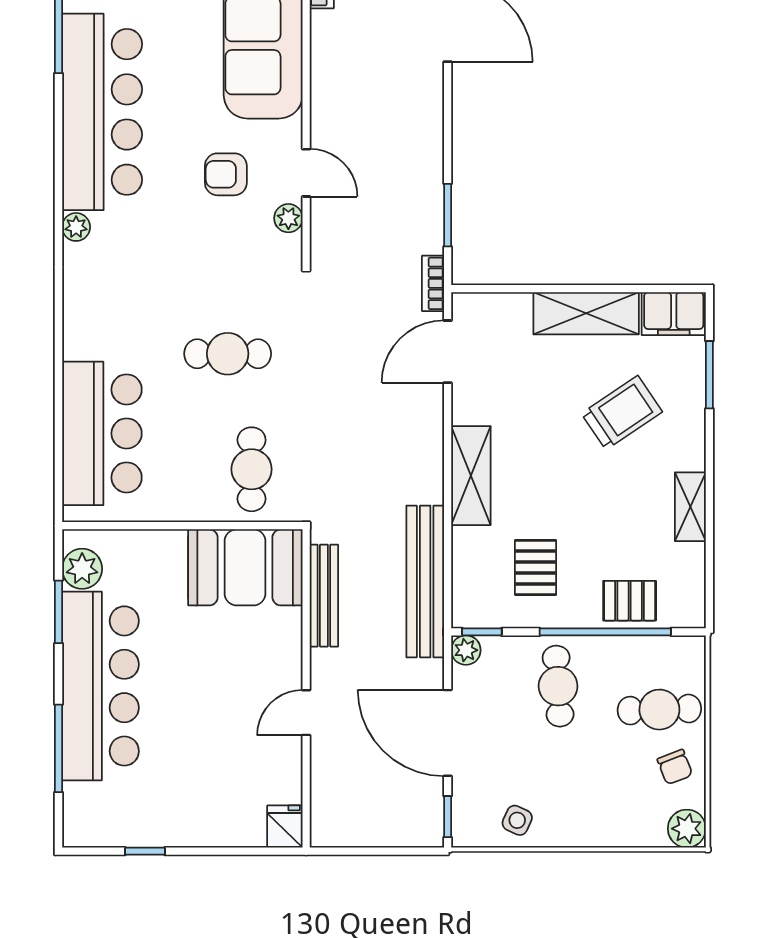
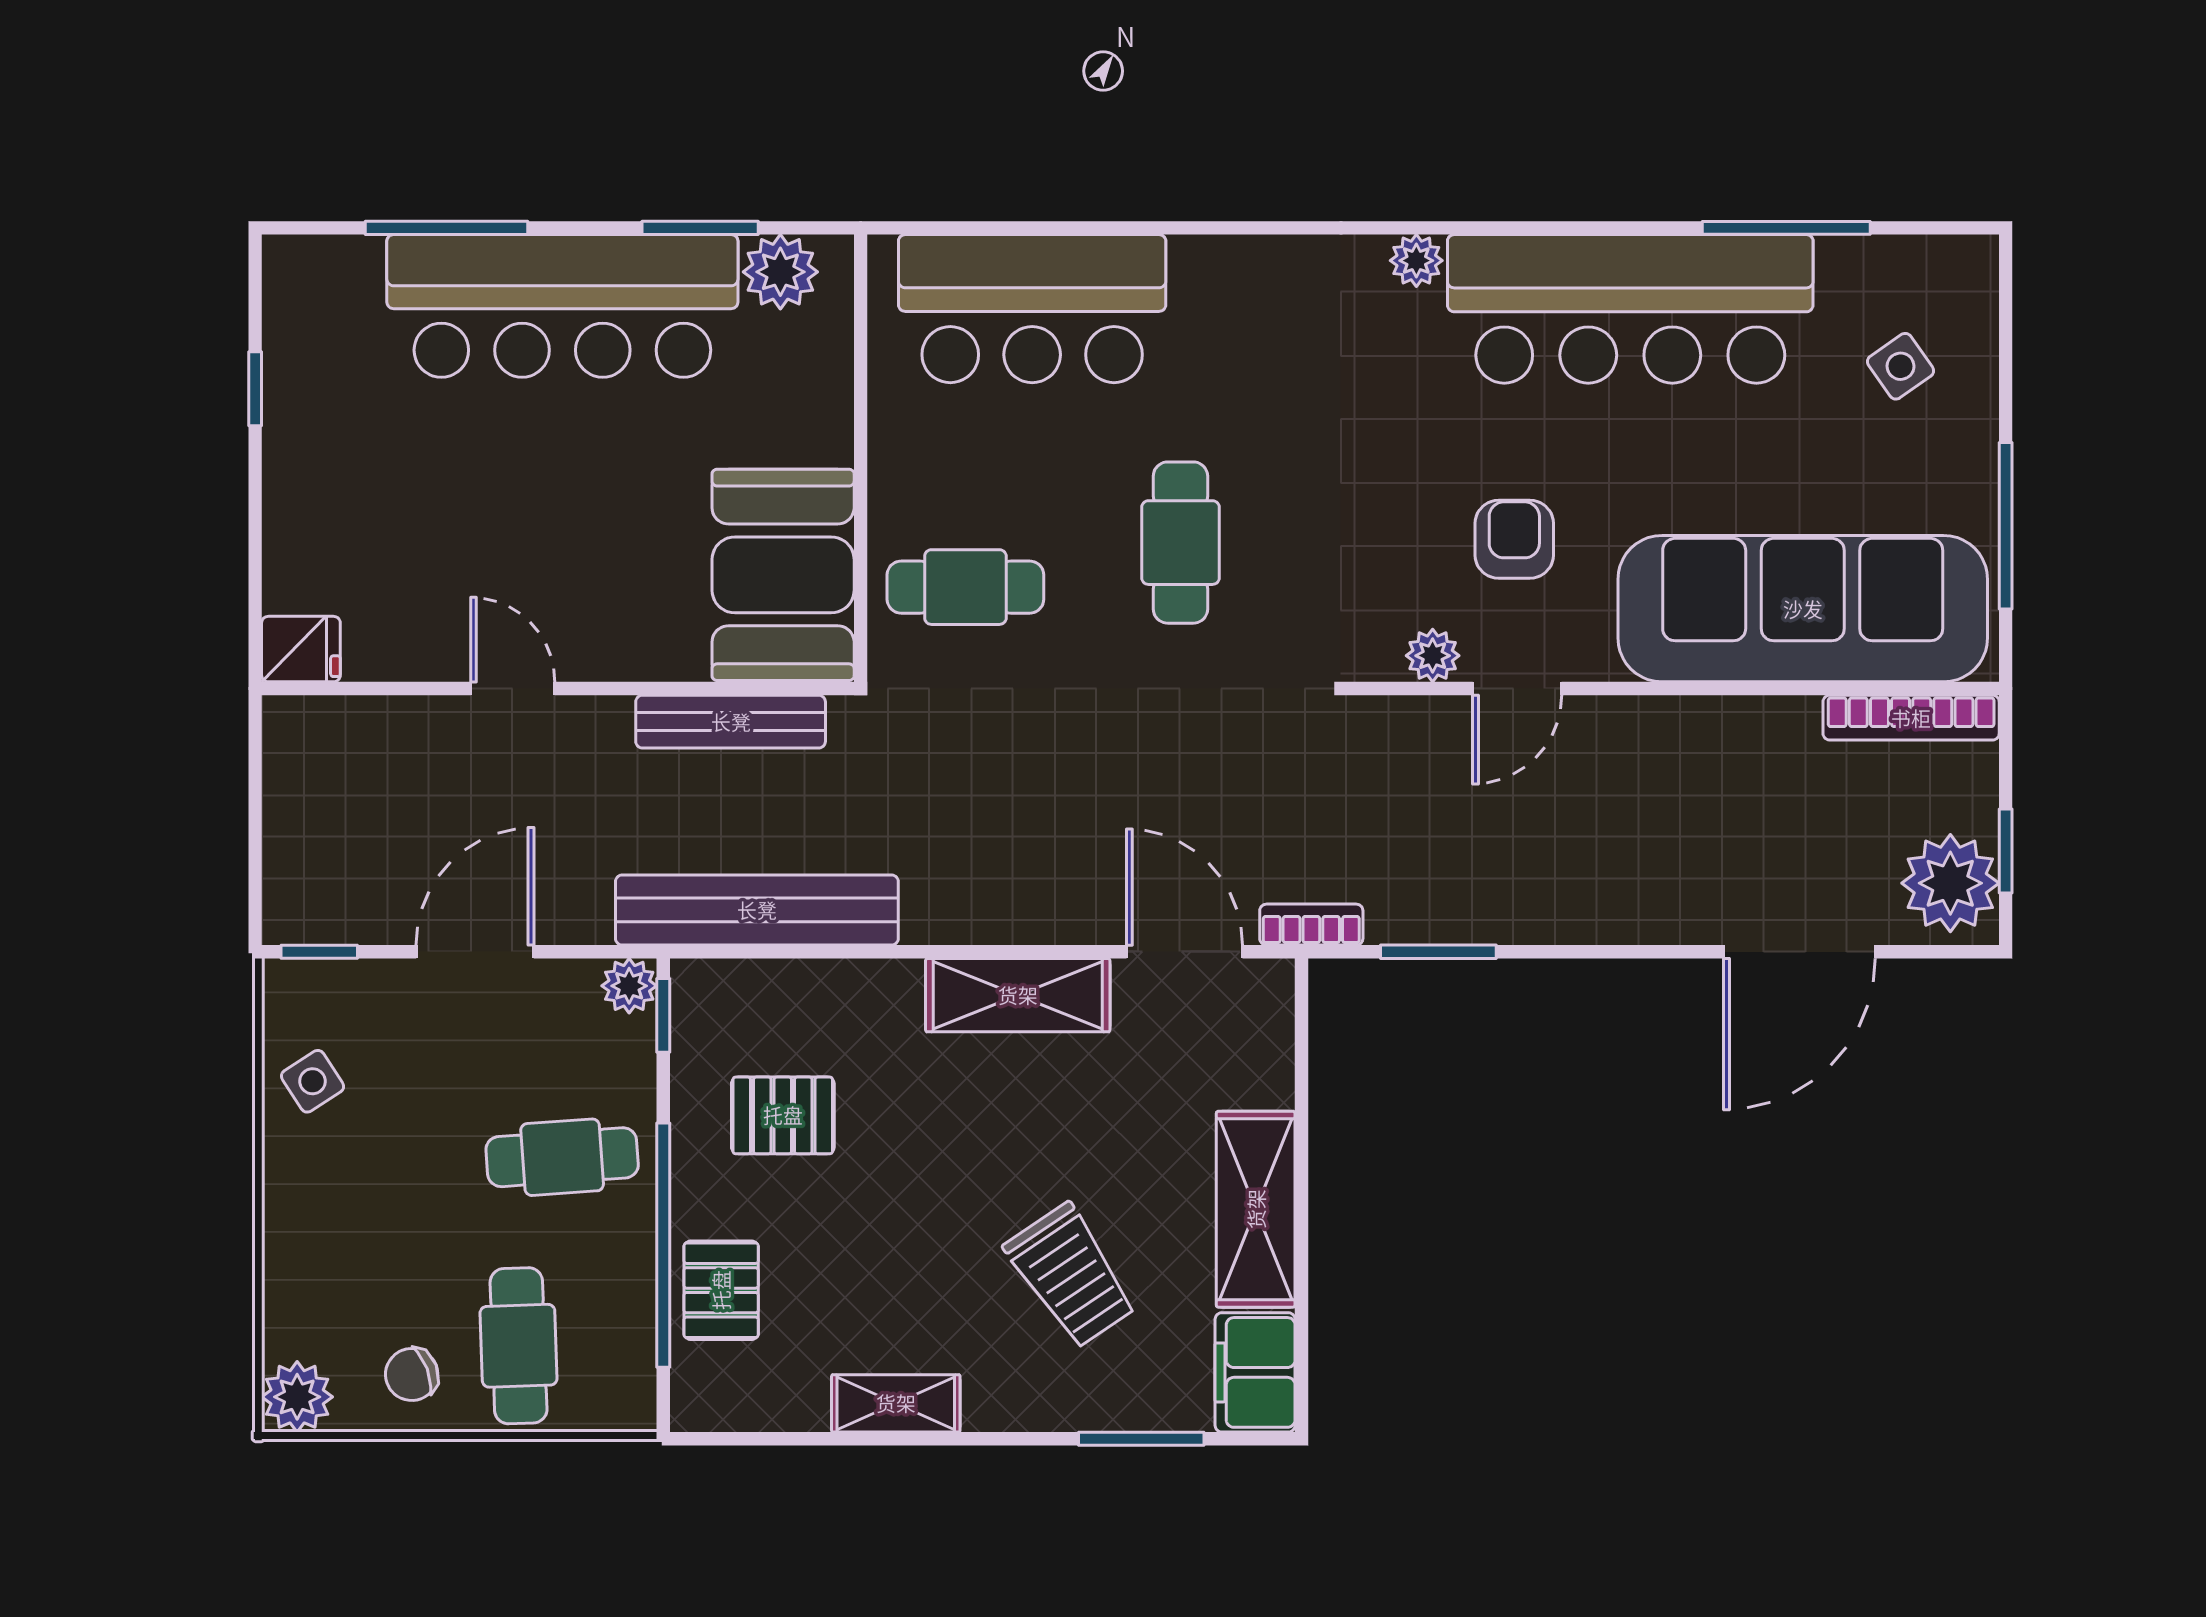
shelving: (471, 476) -> (1018, 995), moved
door: (448, 733) -> (475, 952), width x0.73
side table: (517, 820) -> (313, 1081), turned 32

